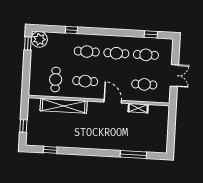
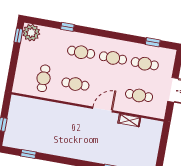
door: (113, 101) -> (103, 110), hinge flipped
shelving: (64, 106) -> (49, 108), removed

